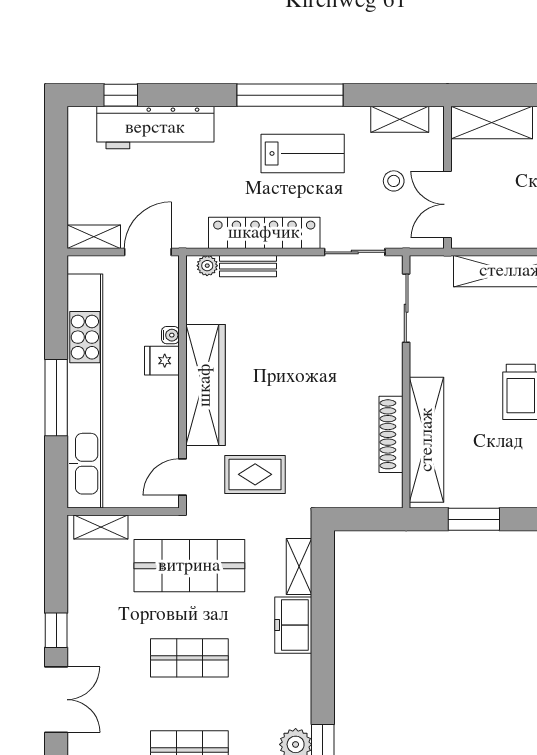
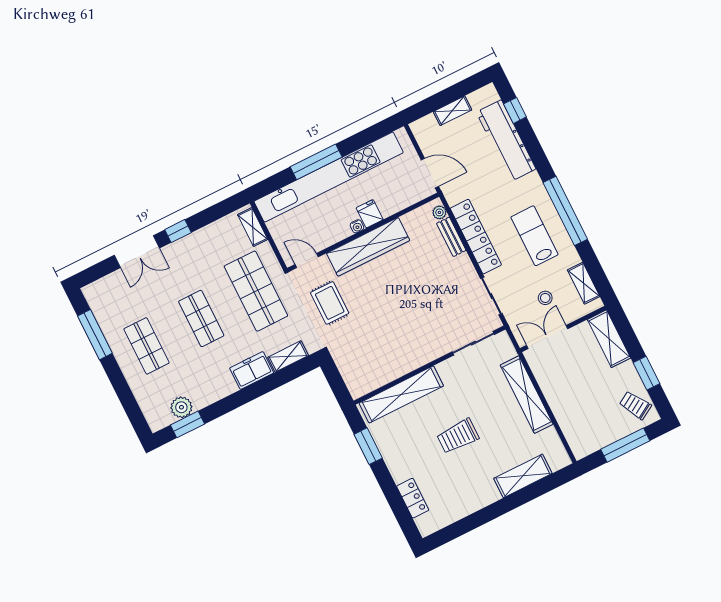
lab bench: (303, 153) -> (534, 236), turned 180
shelving: (94, 237) -> (452, 111), moved, turned 90
water cooler: (170, 335) -> (357, 226), moved
shoe rack: (391, 434) -> (394, 372), removed

